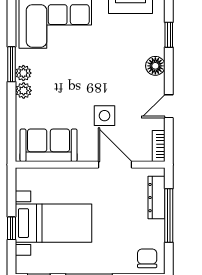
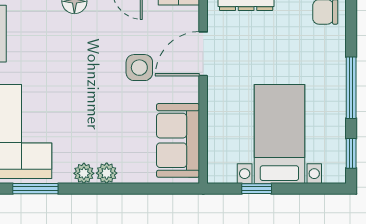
window: (12, 64) -> (35, 189), moved
window: (12, 228) -> (257, 189), moved

